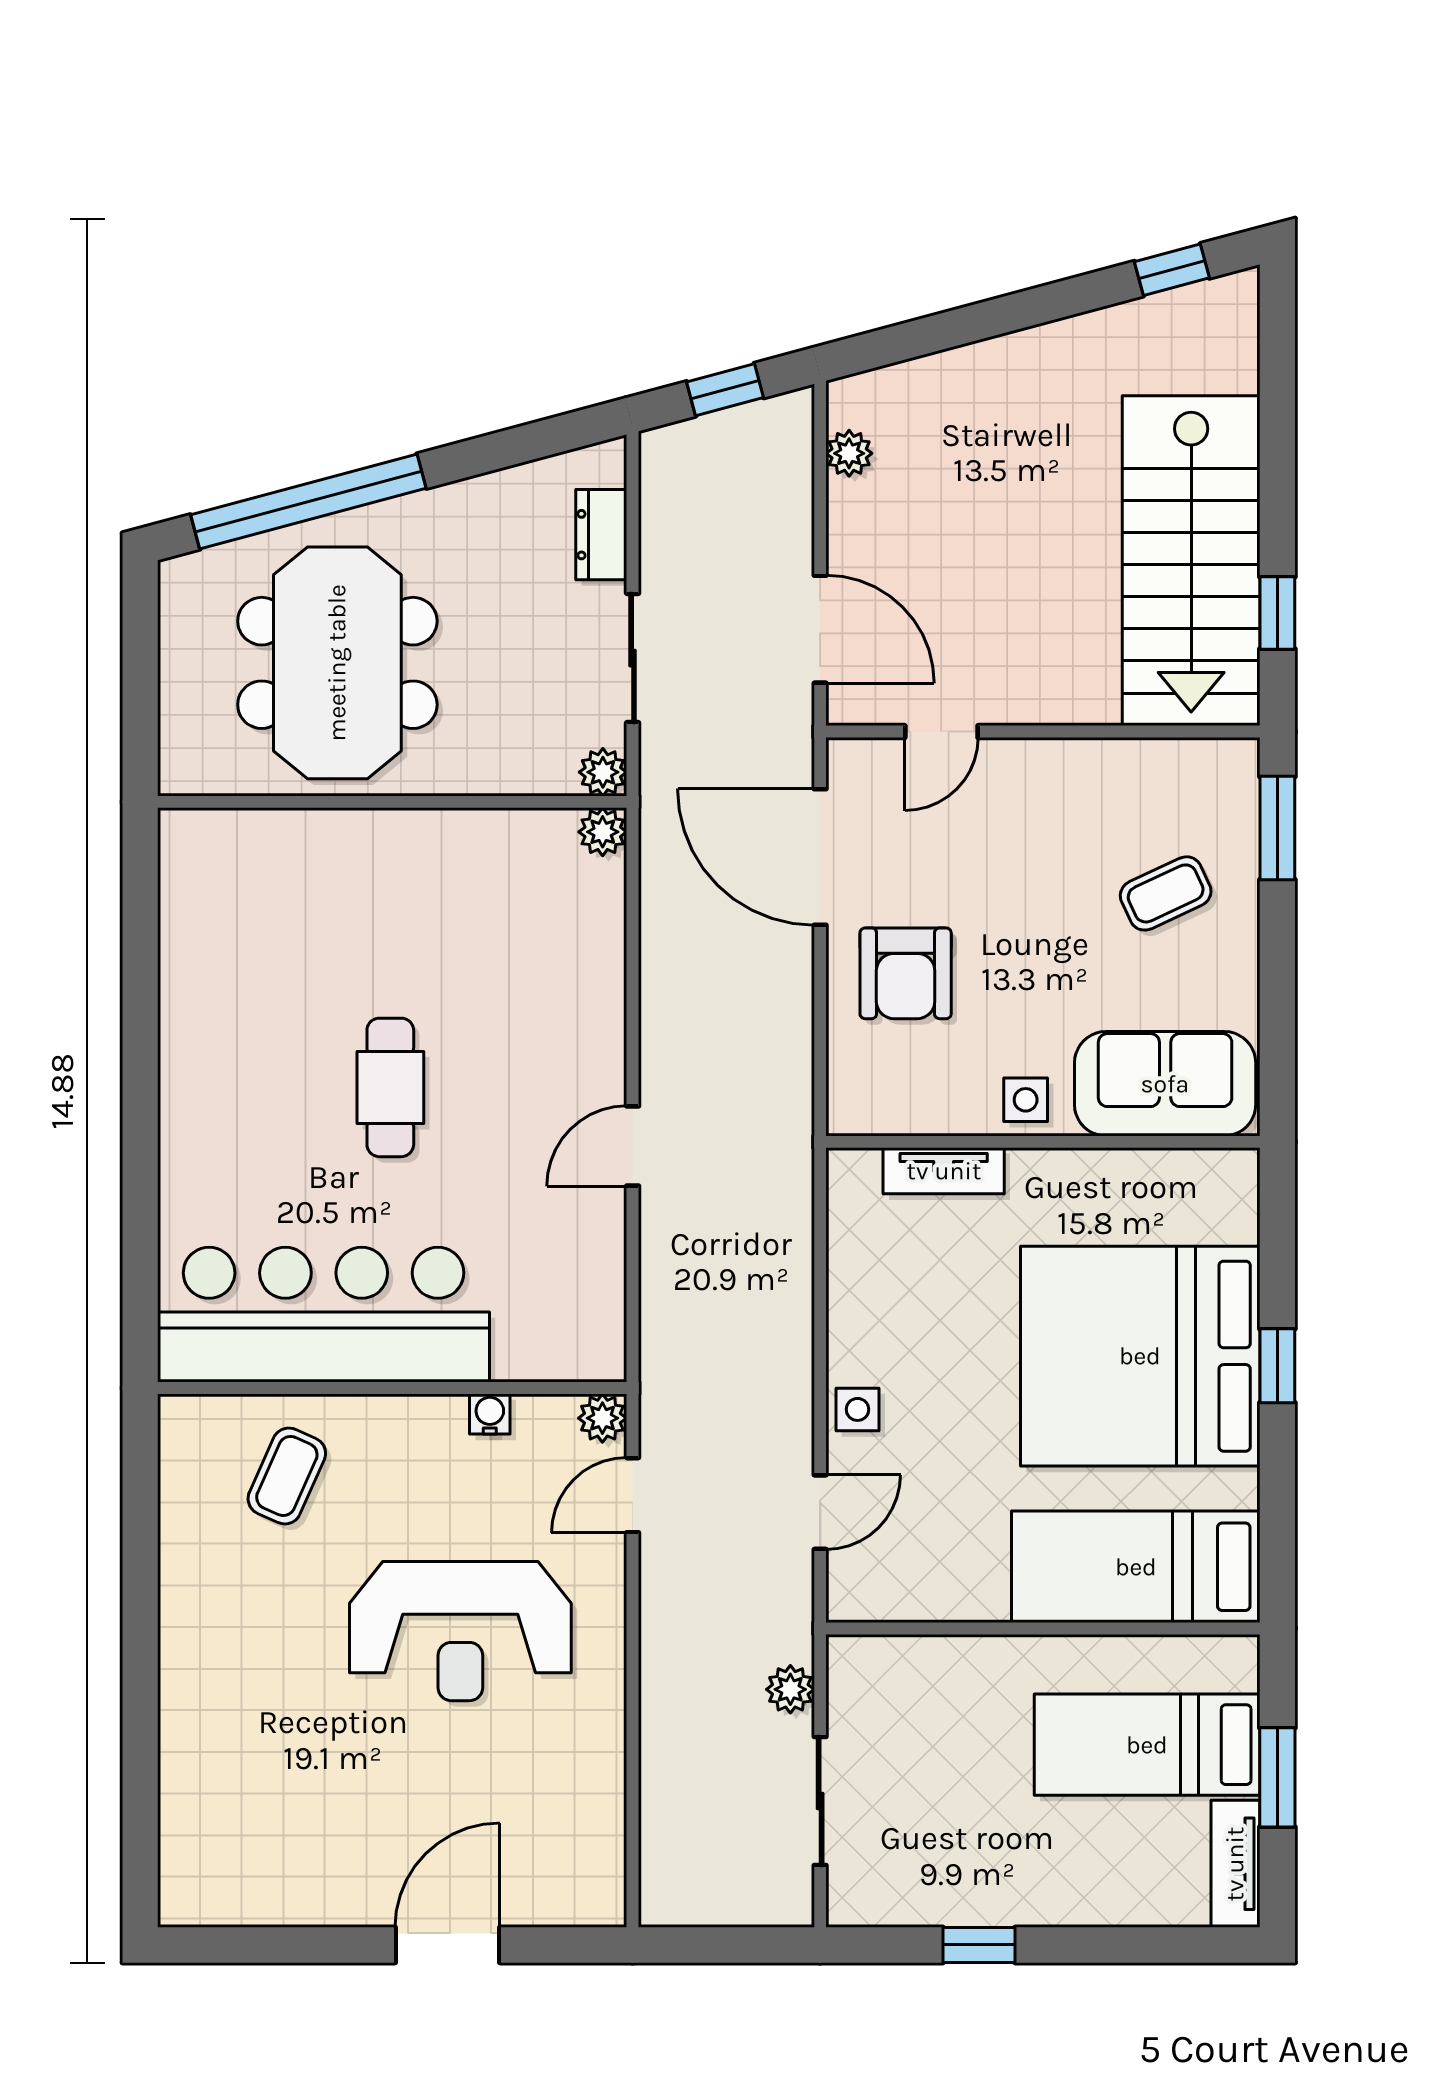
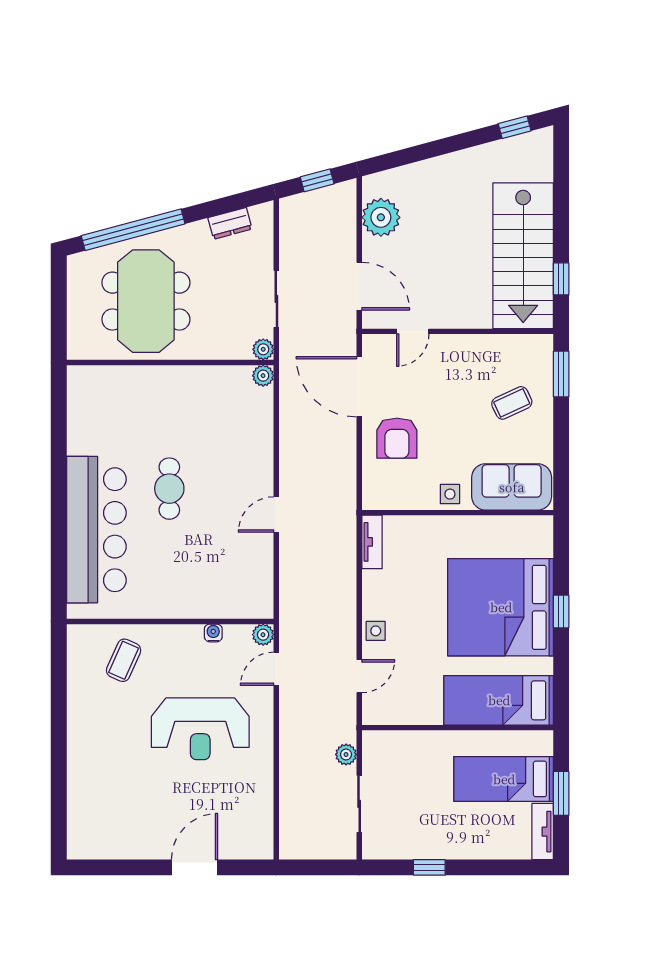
plant: (849, 453) -> (381, 217), width x1.88, depth x1.88
dresser: (601, 535) -> (230, 223), moved, turned -105
tv unit: (944, 1171) -> (372, 542), moved, turned -90
bar counter: (324, 1315) -> (96, 530), moved, turned 90

